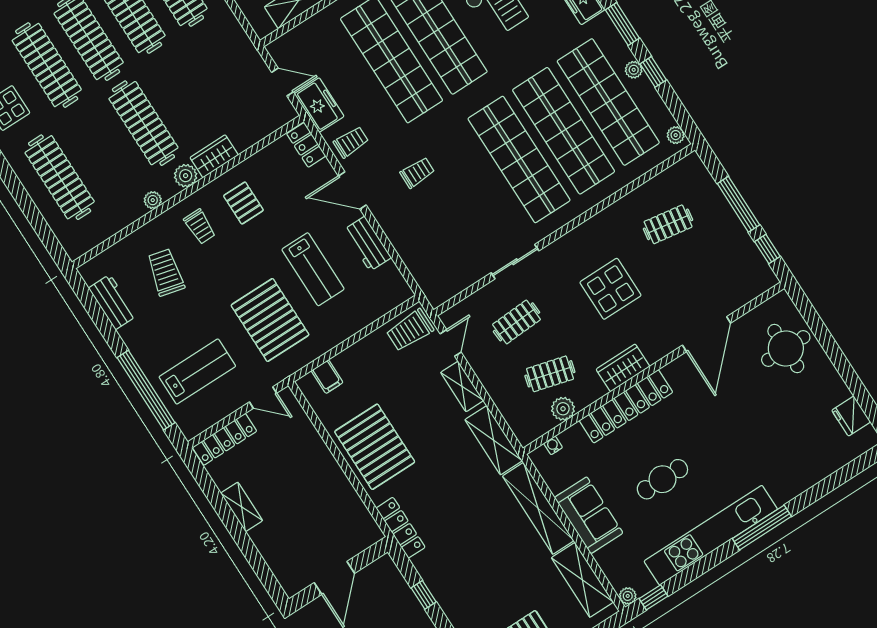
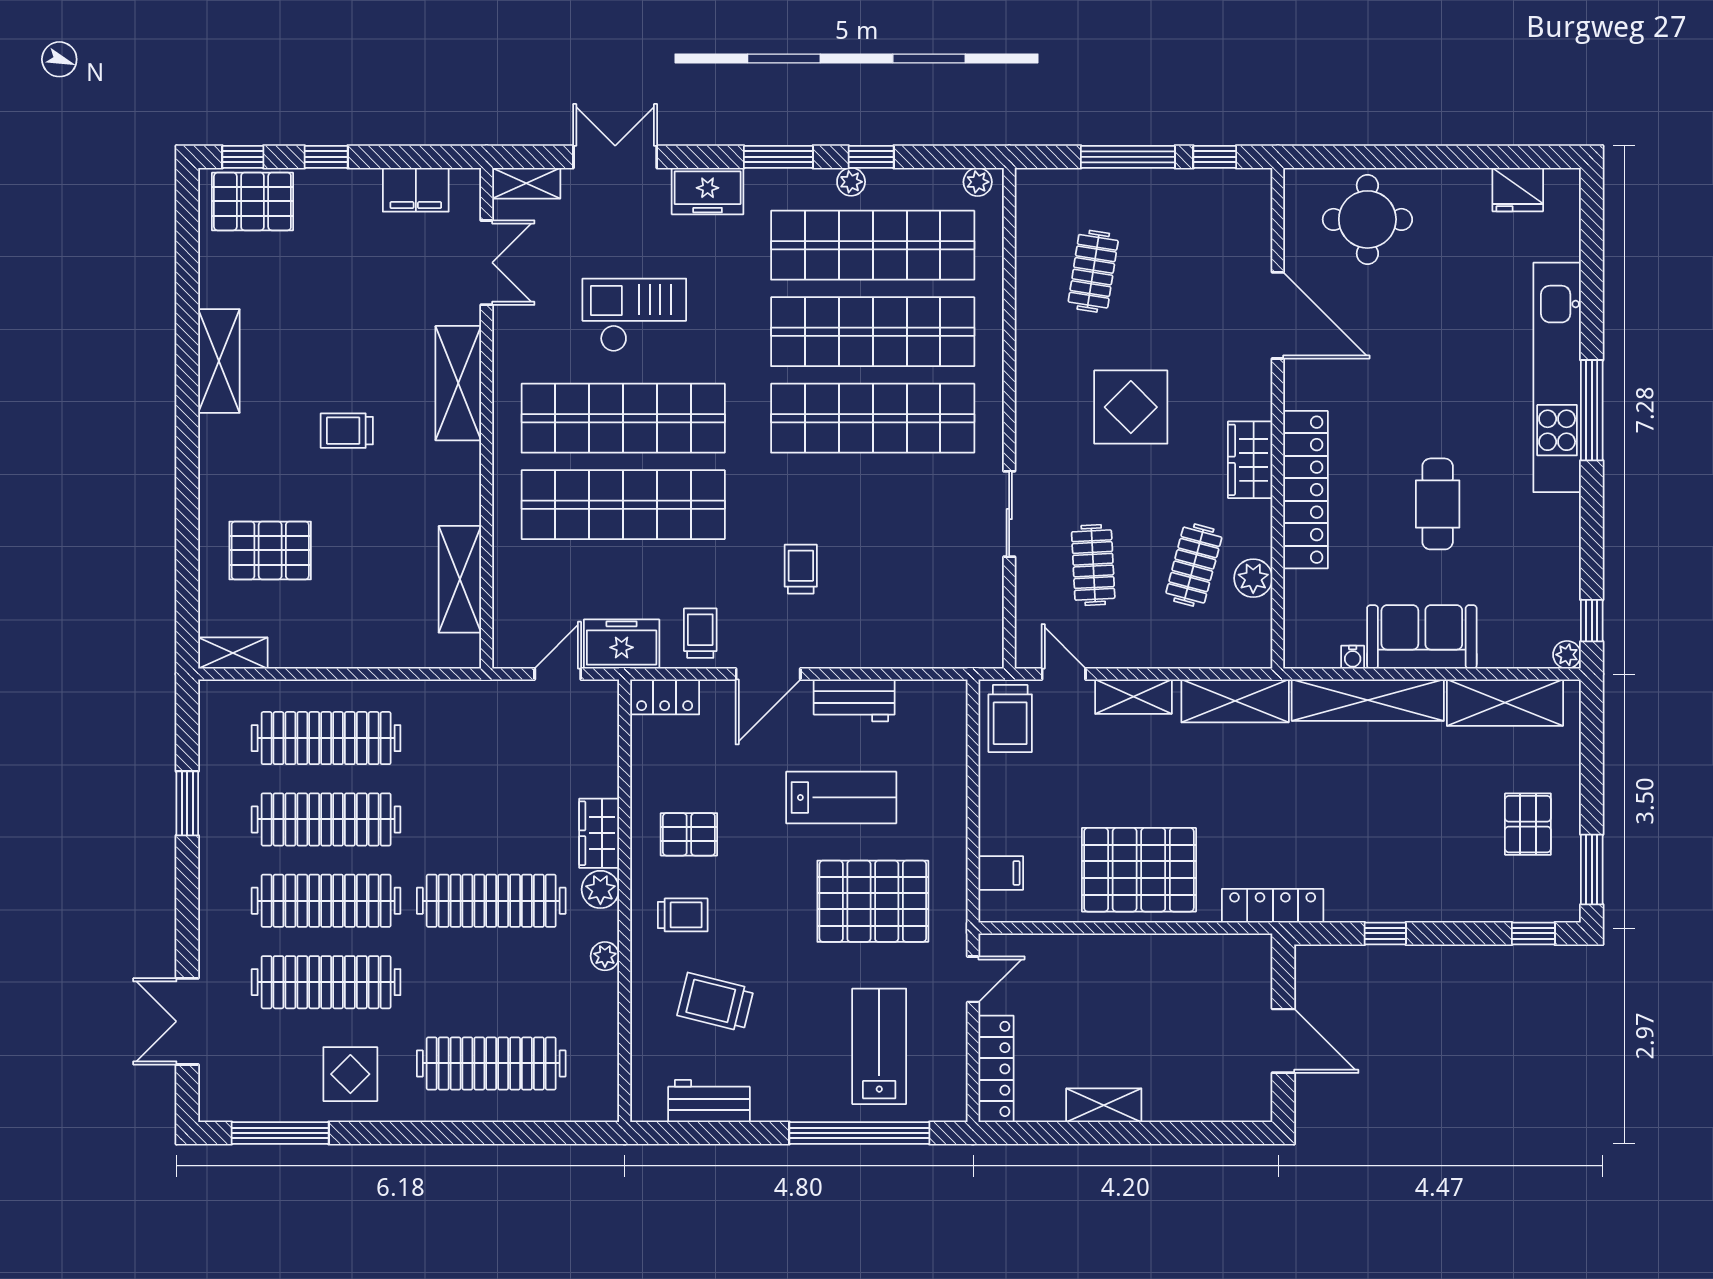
water cooler: (553, 445) -> (1353, 657), moved, turned -90
kitchen unit: (711, 535) -> (1557, 377), moved

